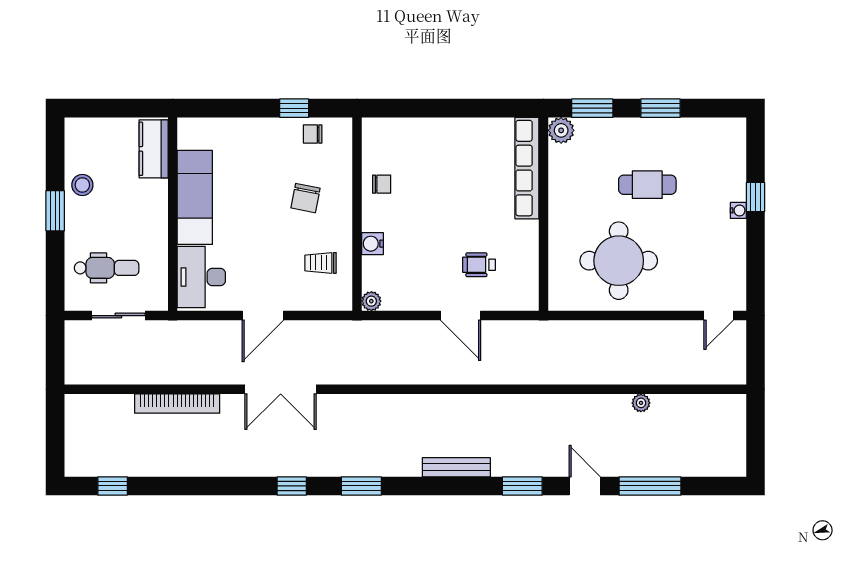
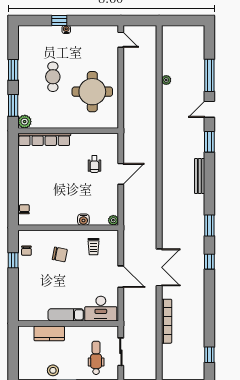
kitchen counter: (154, 149) -> (49, 333), moved
chair: (382, 184) -> (24, 209), moved
exam couch: (195, 197) -> (66, 315), width x0.73, depth x0.69

